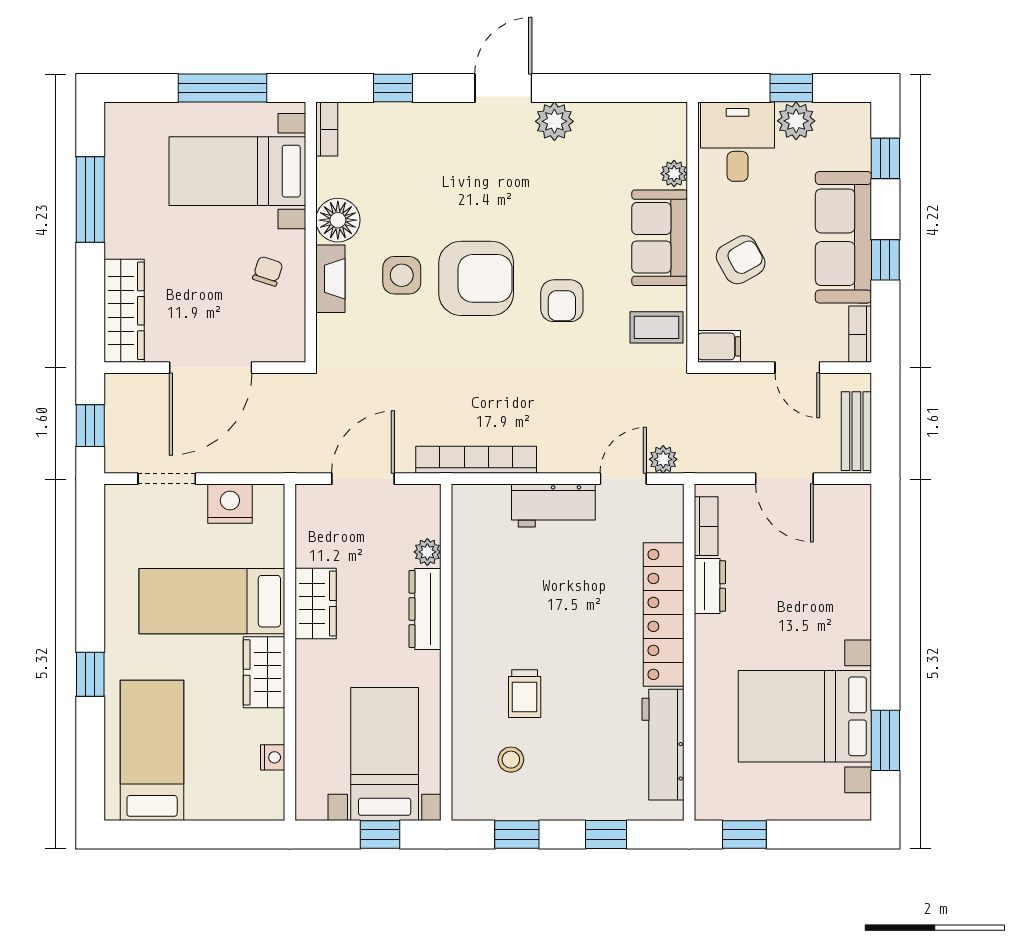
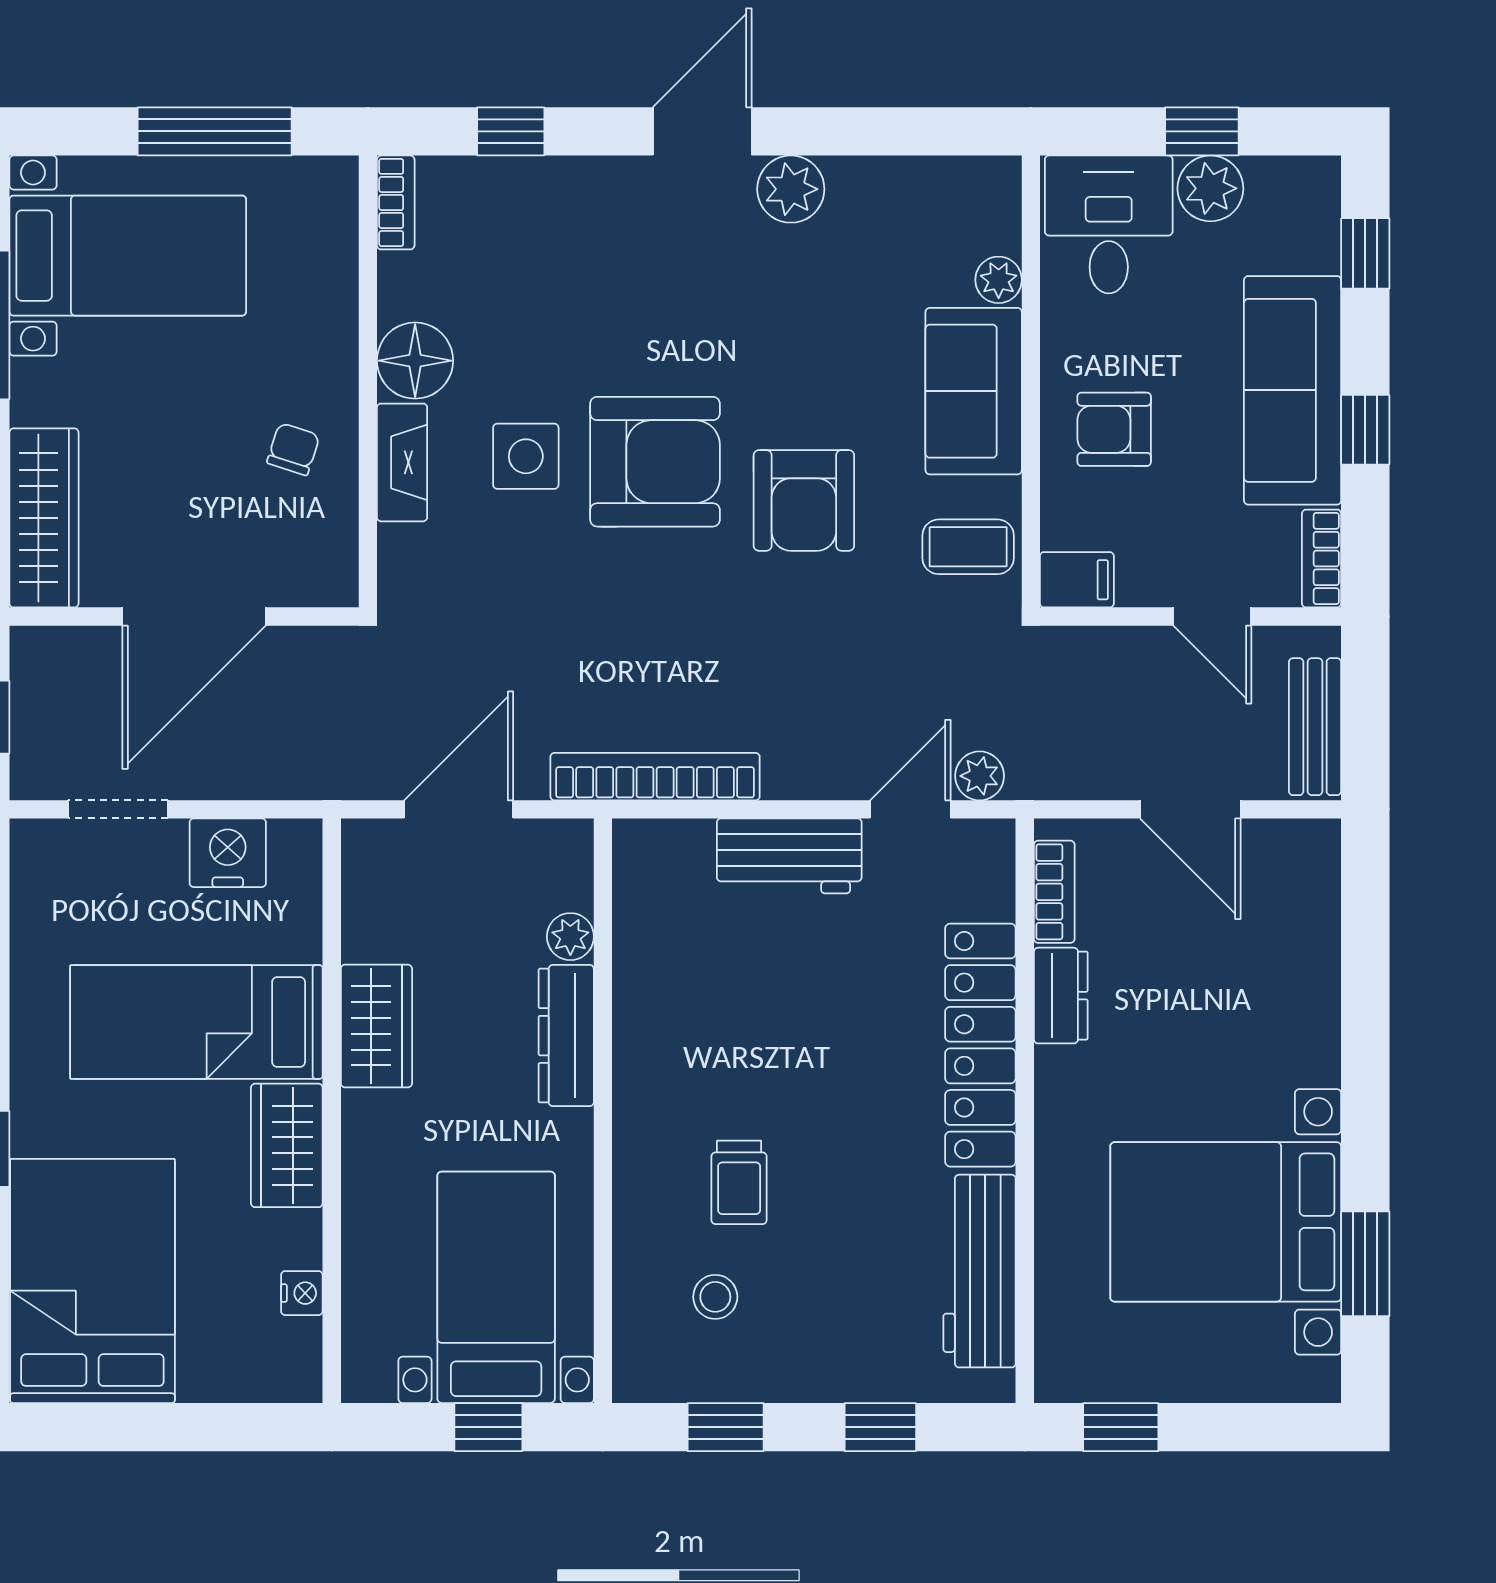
bed with nightstands: (237, 171) -> (128, 256), moved, turned 180
armchair: (741, 260) -> (1114, 429), turned -151
armchair: (562, 301) -> (804, 500), width x1.38, depth x1.38
bed: (152, 750) -> (92, 1281), width x1.50

